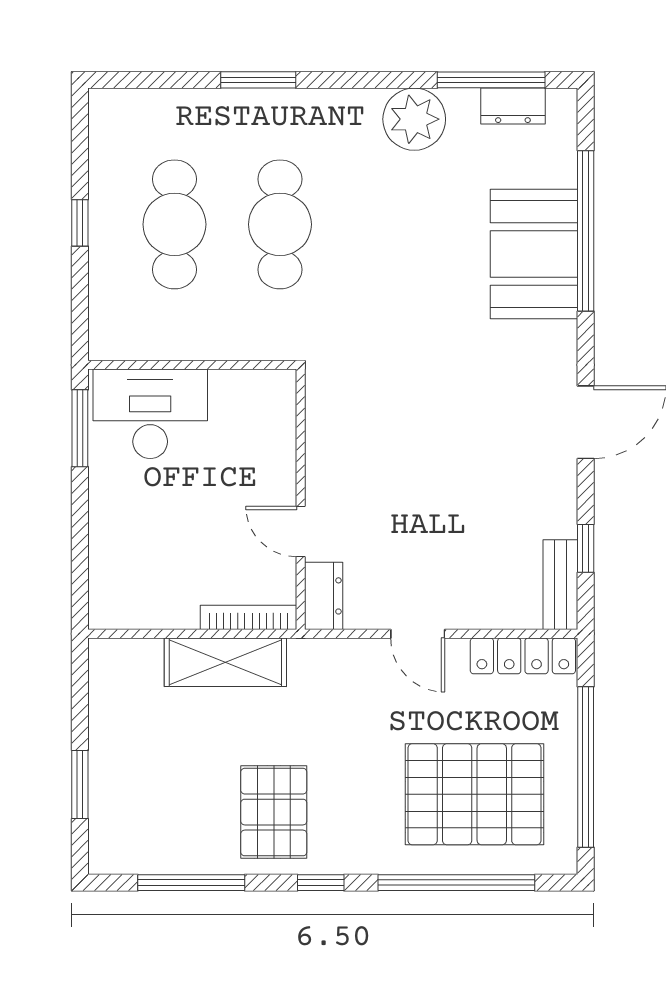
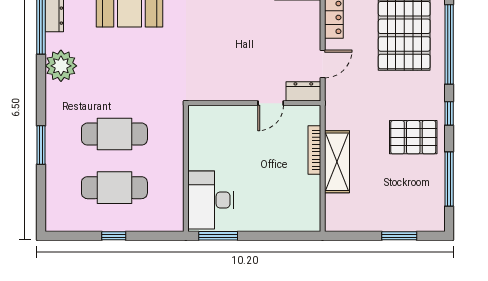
wall: (301, 499) -> (254, 103), moved
door: (301, 532) -> (271, 103), moved
dresser: (324, 596) -> (303, 91), moved

